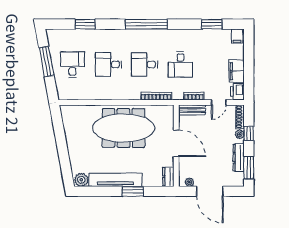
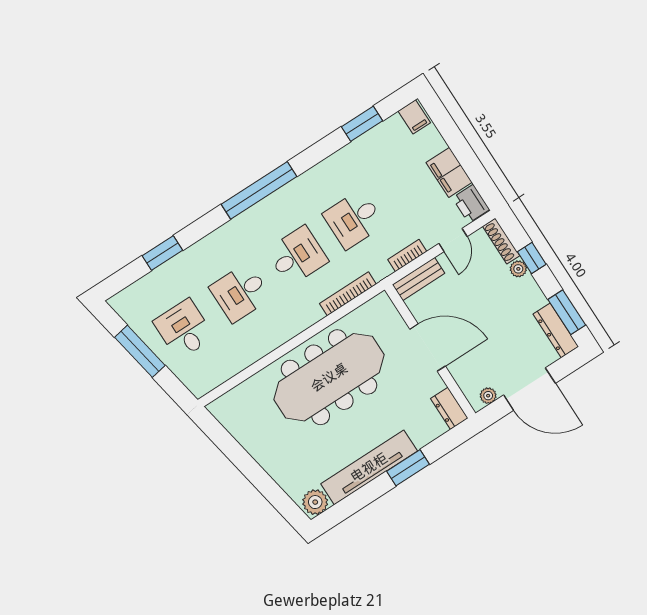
desk: (144, 64) -> (297, 256), turned 180
desk: (180, 64) -> (354, 219), turned 90
dresser: (239, 158) -> (556, 330), moved

